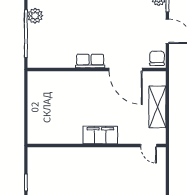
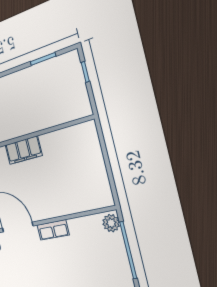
plant: (35, 16) -> (111, 223), moved

